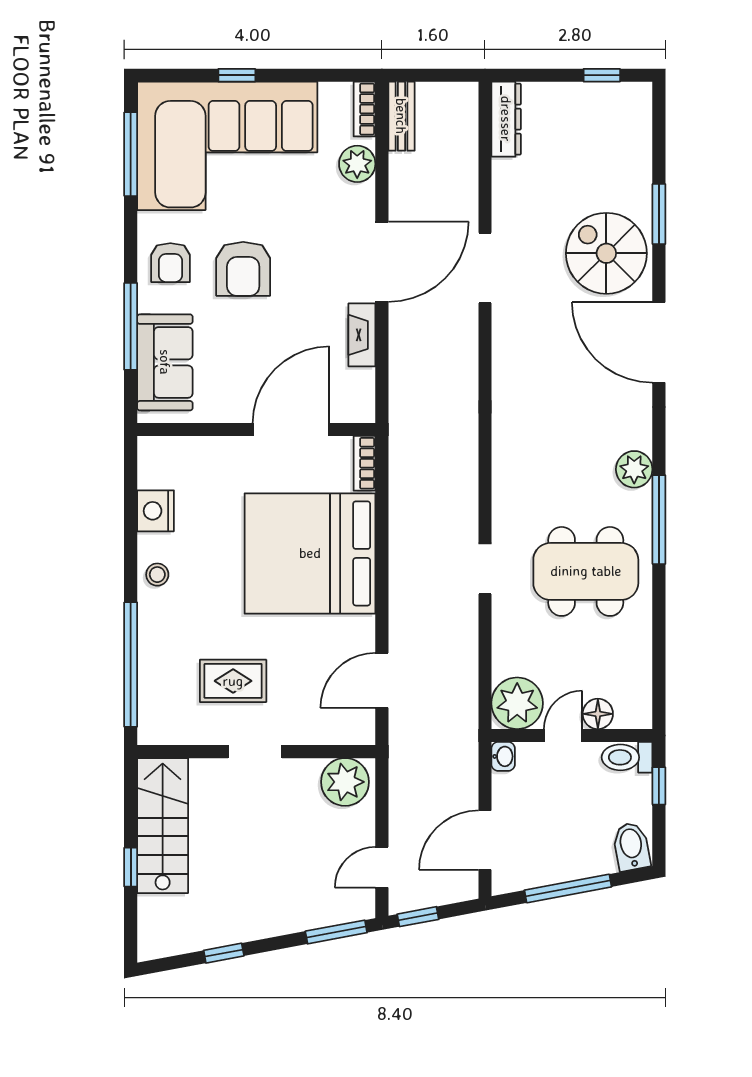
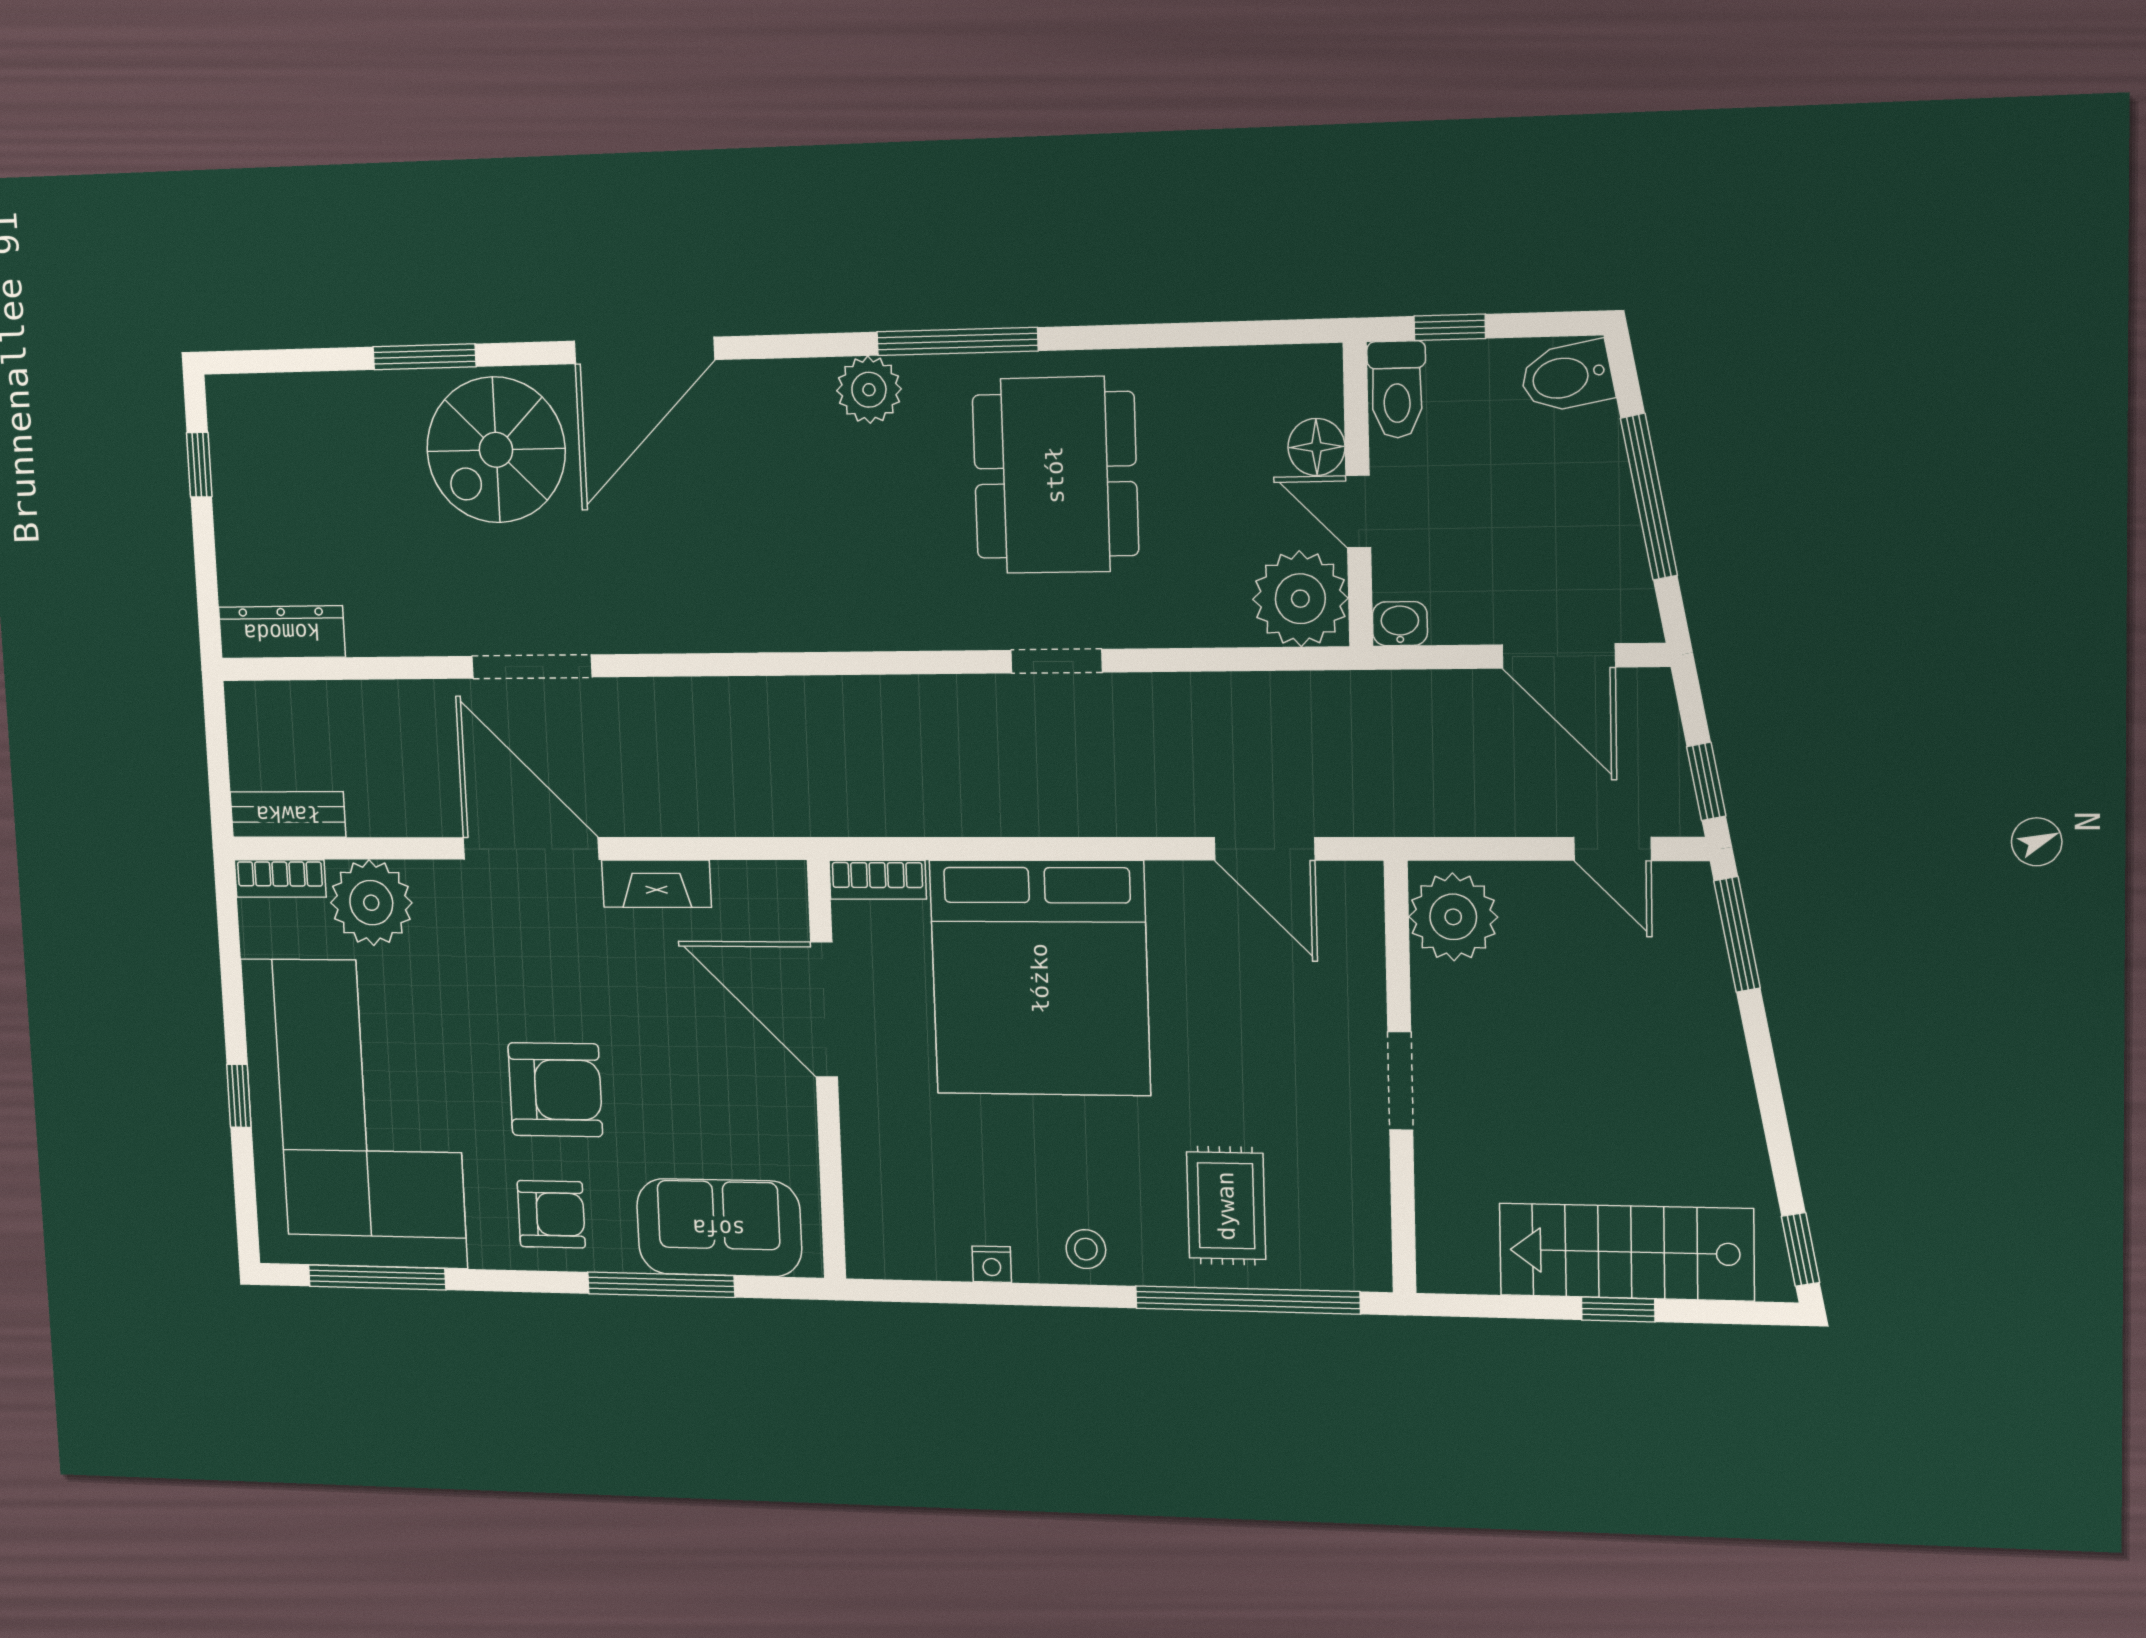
plant: (357, 164) -> (371, 903), width x1.36, depth x1.36
nightstand: (156, 511) -> (992, 1264), width x0.53, depth x0.56
rug: (233, 681) -> (1226, 1206), moved
stairs: (163, 826) -> (1626, 1252), moved
window: (224, 953) -> (1801, 1249), moved

